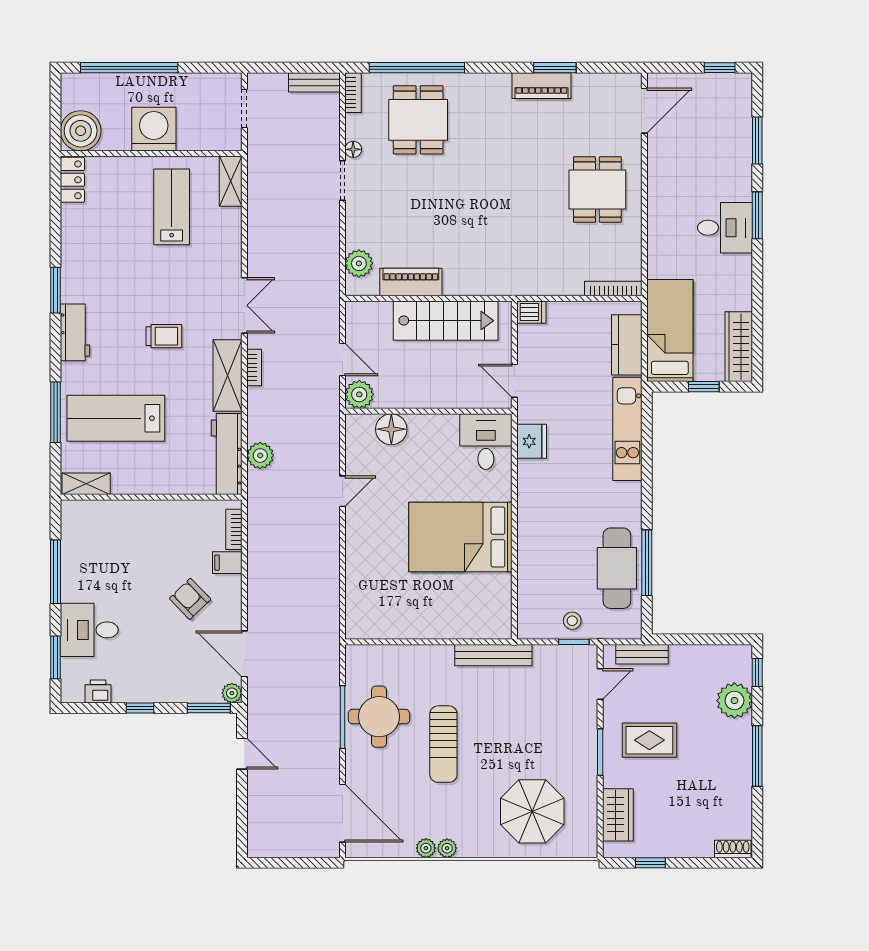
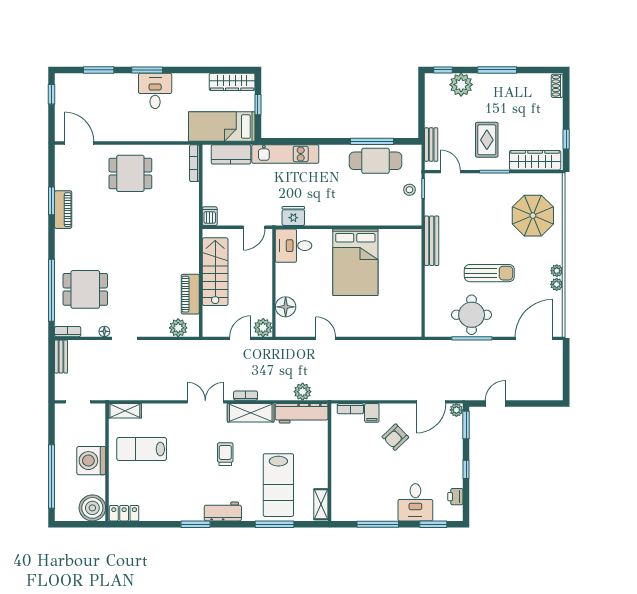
wardrobe: (618, 815) -> (535, 160), width x1.50

